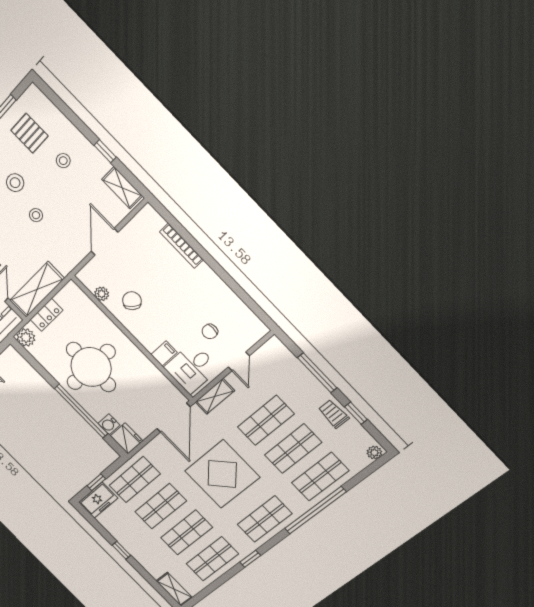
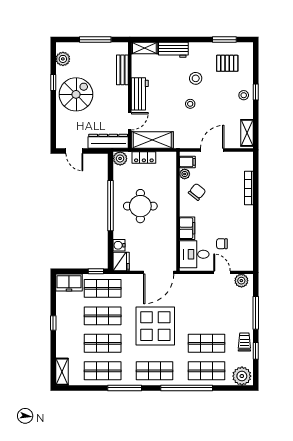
pallet: (29, 133) -> (227, 63), turned 90
window: (105, 151) -> (256, 92), moved
stool: (63, 161) -> (244, 95), moved
filing cabinet: (92, 279) -> (187, 162), added
plant: (268, 352) -> (241, 281), added
filing cabinet: (164, 353) -> (187, 228), width x2.00
door: (239, 361) -> (222, 272), swing flipped
round table: (91, 367) -> (140, 206), width x0.73, depth x0.73
shelving: (215, 396) -> (192, 280), removed
window: (81, 411) -> (111, 206), moved
shop shelf: (266, 420) -> (206, 316), removed
plant: (374, 453) -> (242, 376), width x1.88, depth x1.88
window: (96, 482) -> (96, 271), moved
window: (250, 559) -> (125, 388), width x2.17

